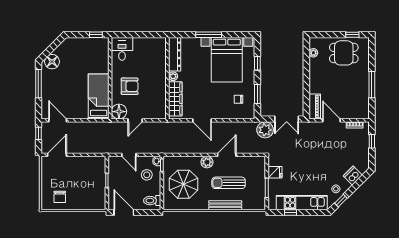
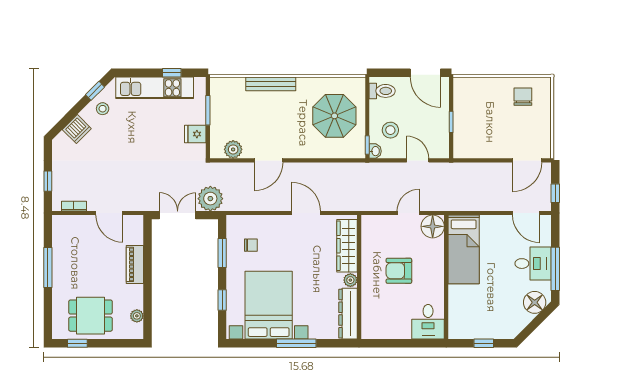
window: (96, 35) -> (484, 343), moved
armchair: (130, 86) -> (399, 271), moved
desk: (53, 87) -> (533, 264), added
piano: (315, 106) -> (135, 264), moved
plant: (207, 162) -> (233, 149), moved
sun lounger: (229, 183) -> (266, 118), removed

